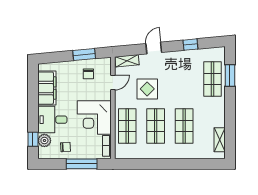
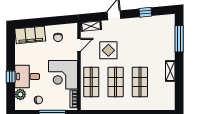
window: (84, 54) -> (54, 21), removed
window: (230, 75) -> (179, 39), width x1.44
shop shelf: (212, 79) -> (164, 42), removed
filing cabinet: (47, 88) -> (30, 35), moved, turned 85
window: (33, 139) -> (11, 77), moved
shelving: (220, 140) -> (170, 71), moved

